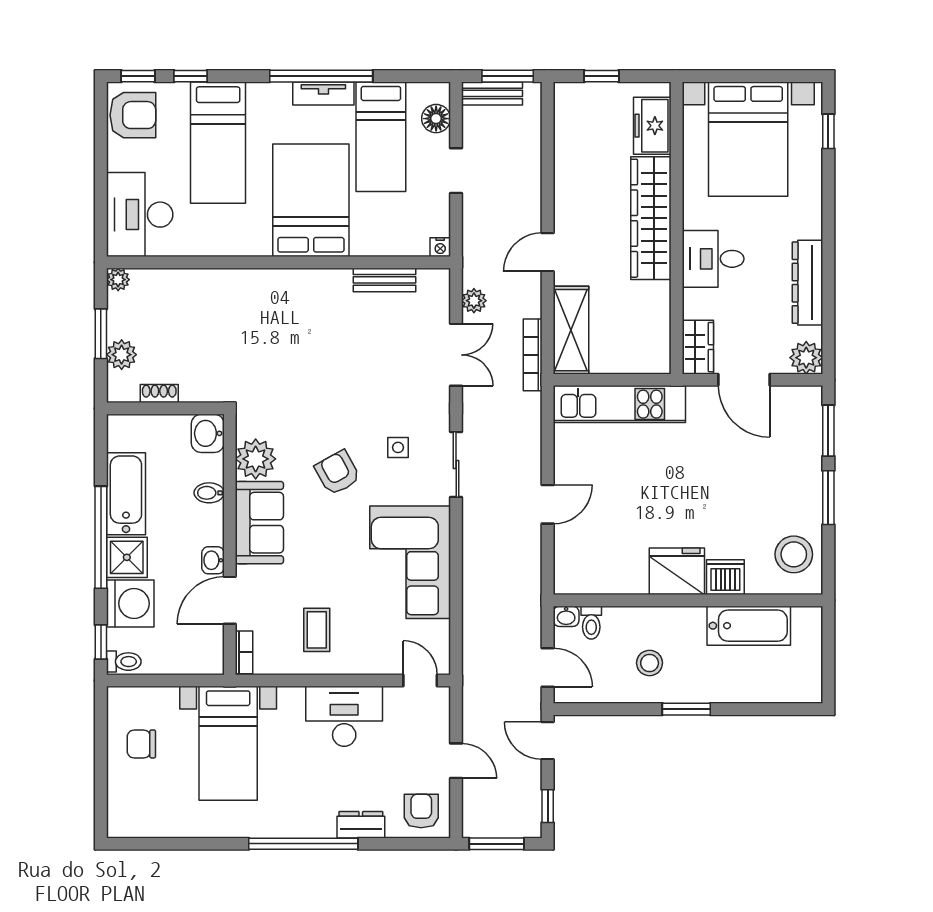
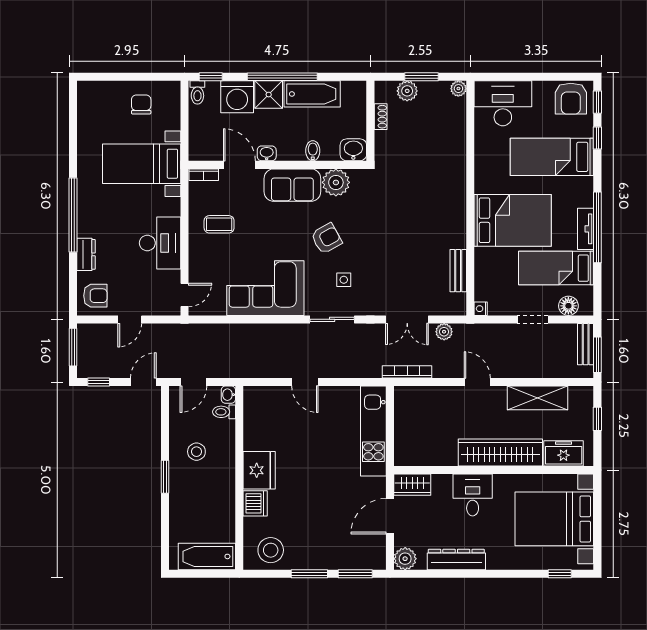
shelving: (571, 330) -> (537, 398), moved
bathtub: (749, 626) -> (207, 556), moved, turned 90

